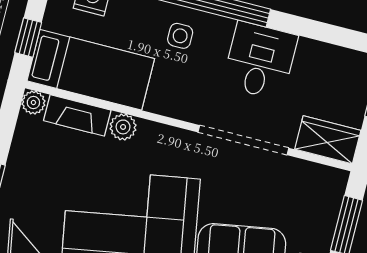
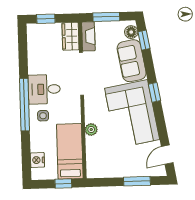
desk: (260, 61) -> (44, 89), moved
plant: (33, 102) -> (92, 173), removed
fireplace: (77, 115) -> (88, 36), moved

